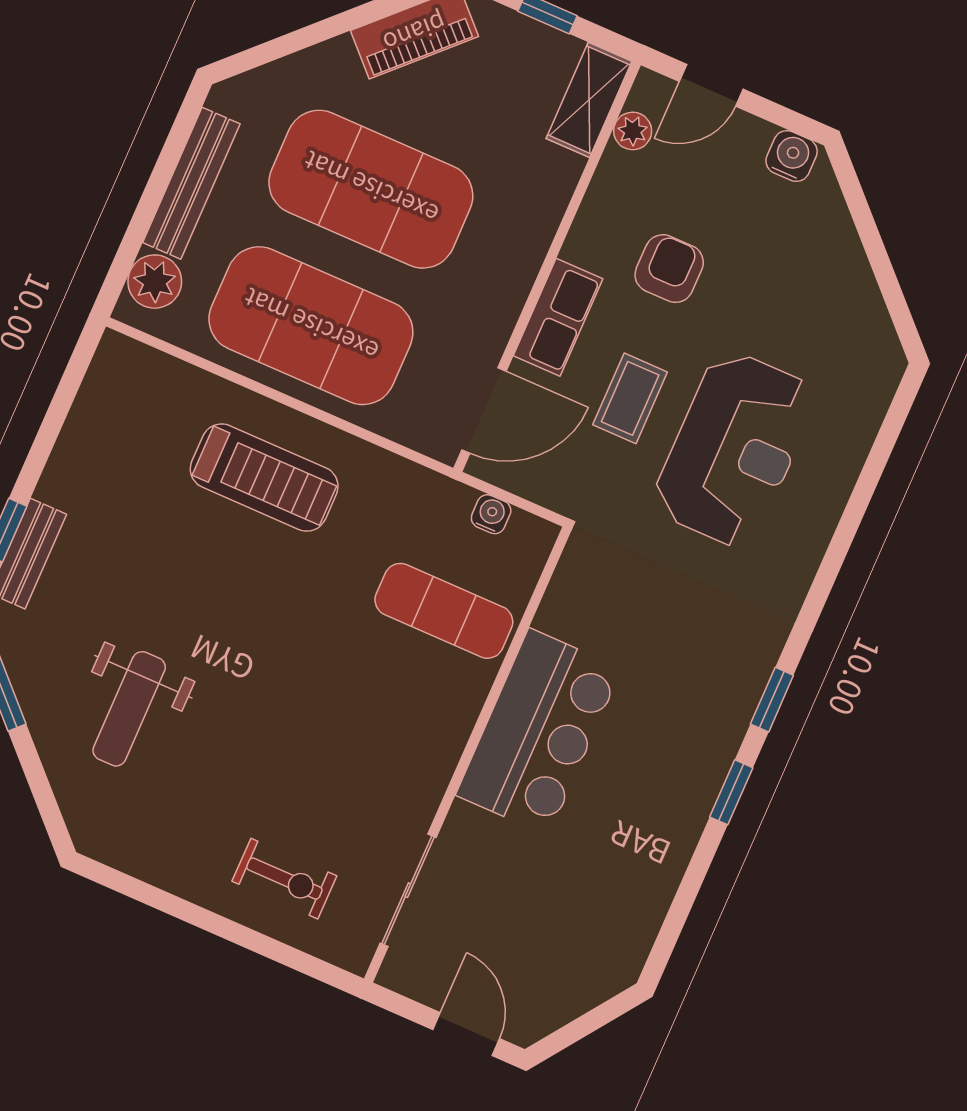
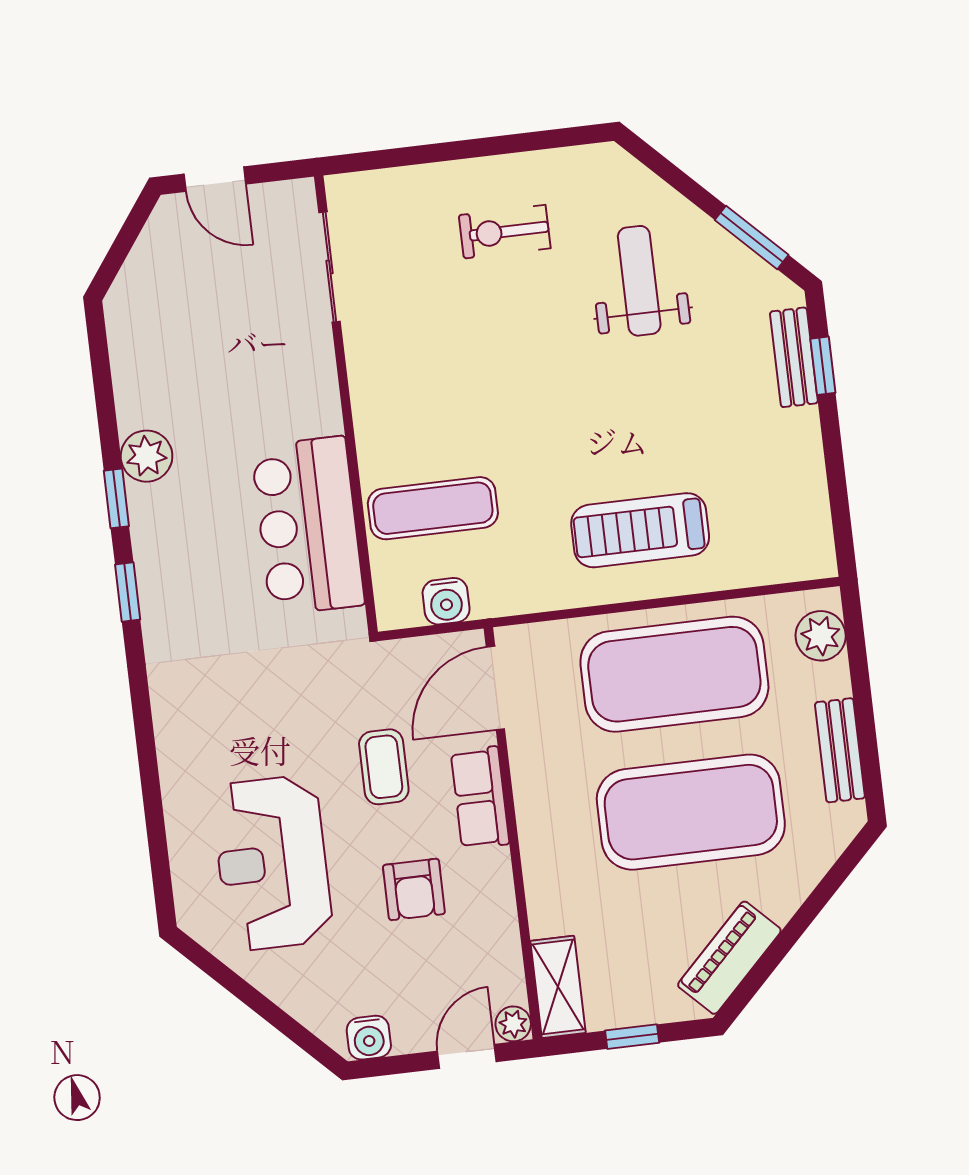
plant: (633, 131) -> (513, 1024), moved
bench: (191, 183) -> (840, 750), width x0.73
reception desk: (734, 449) -> (272, 863), moved
water cooler: (491, 514) -> (446, 601), width x1.38, depth x1.38
bar counter: (539, 732) -> (308, 526), moved
plant: (680, 815) -> (147, 456), added
exercise bike: (284, 879) -> (505, 232), moved

